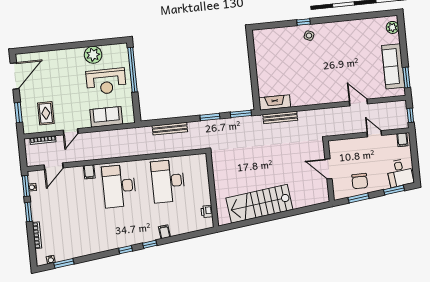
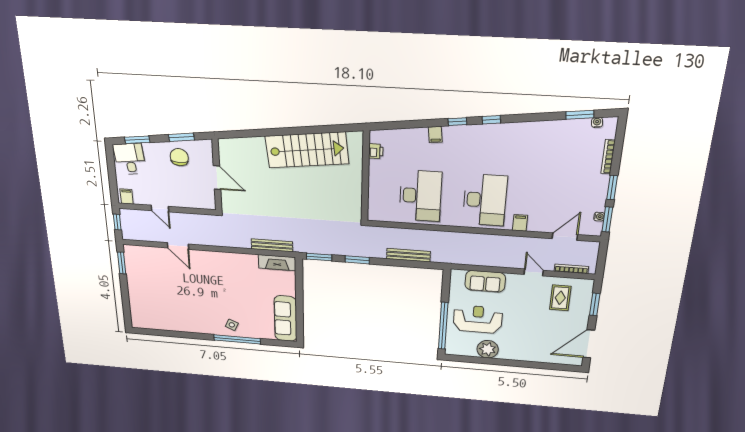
window: (304, 22) -> (237, 339), width x3.17
plant: (392, 27) -> (137, 317), removed
sofa: (393, 66) -> (286, 319), moved, turned 180
door: (71, 132) -> (534, 272), hinge flipped

